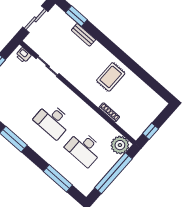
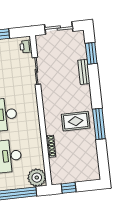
window: (130, 63) -> (99, 124), added

